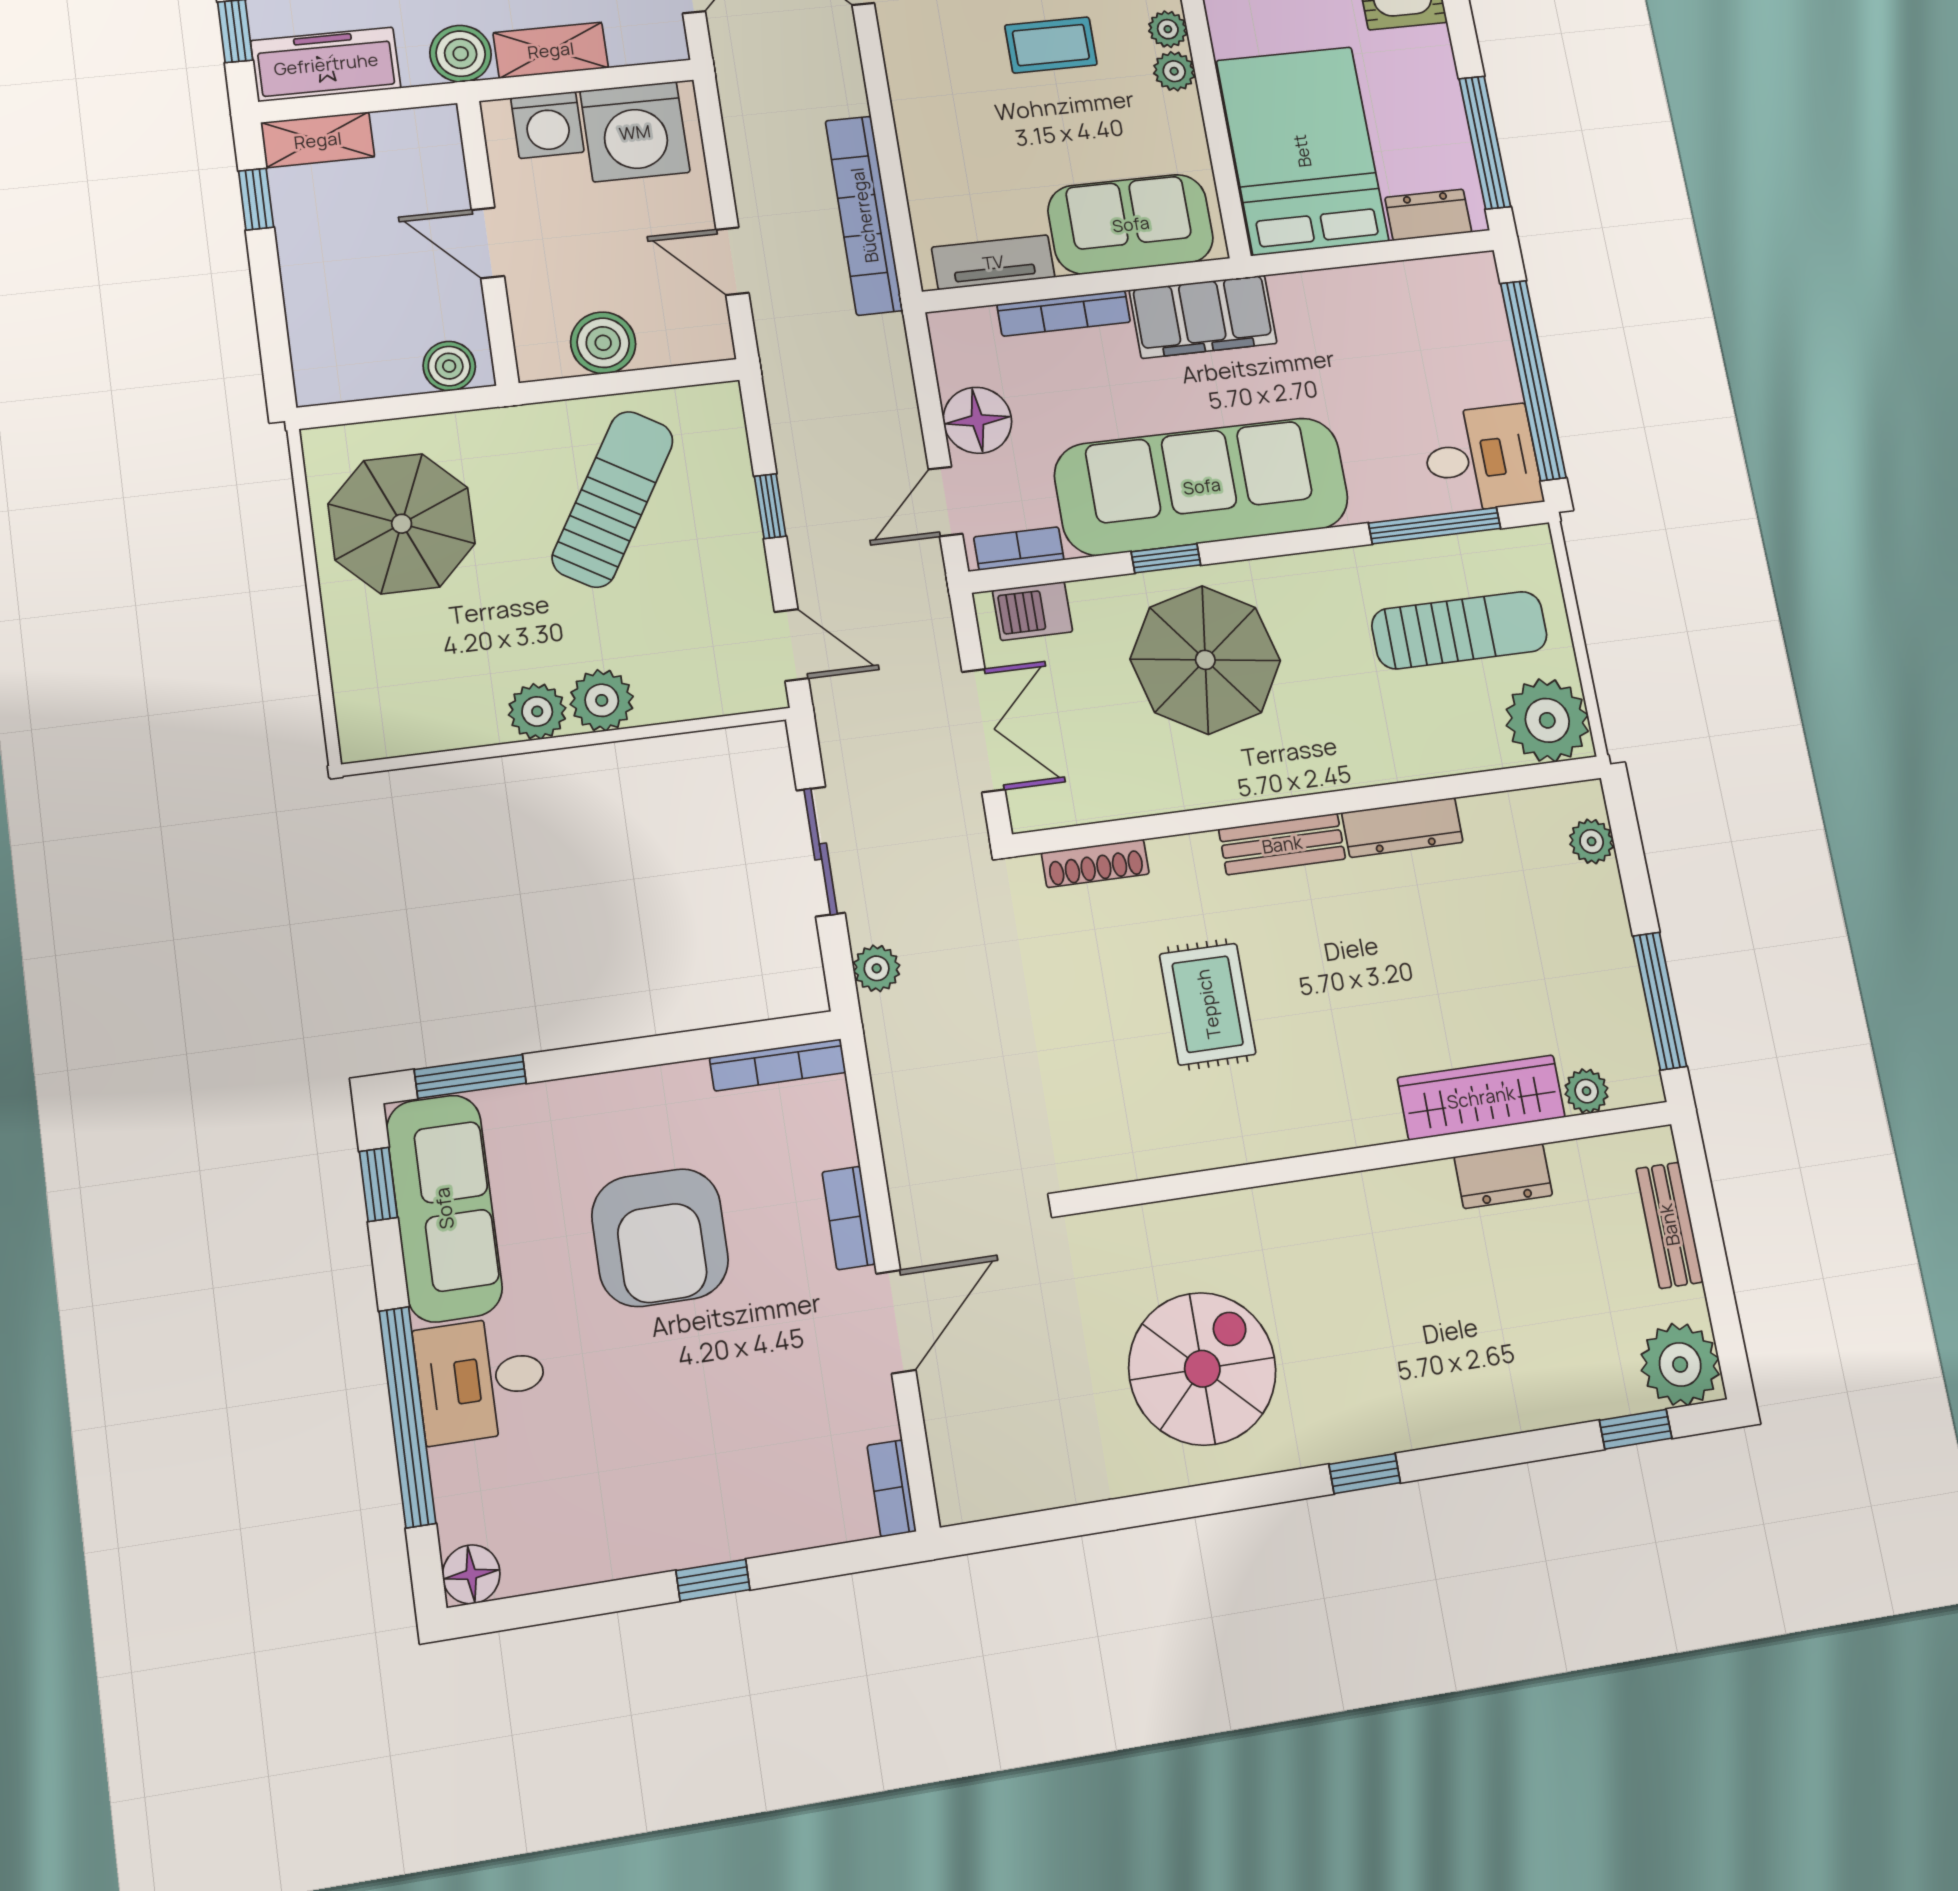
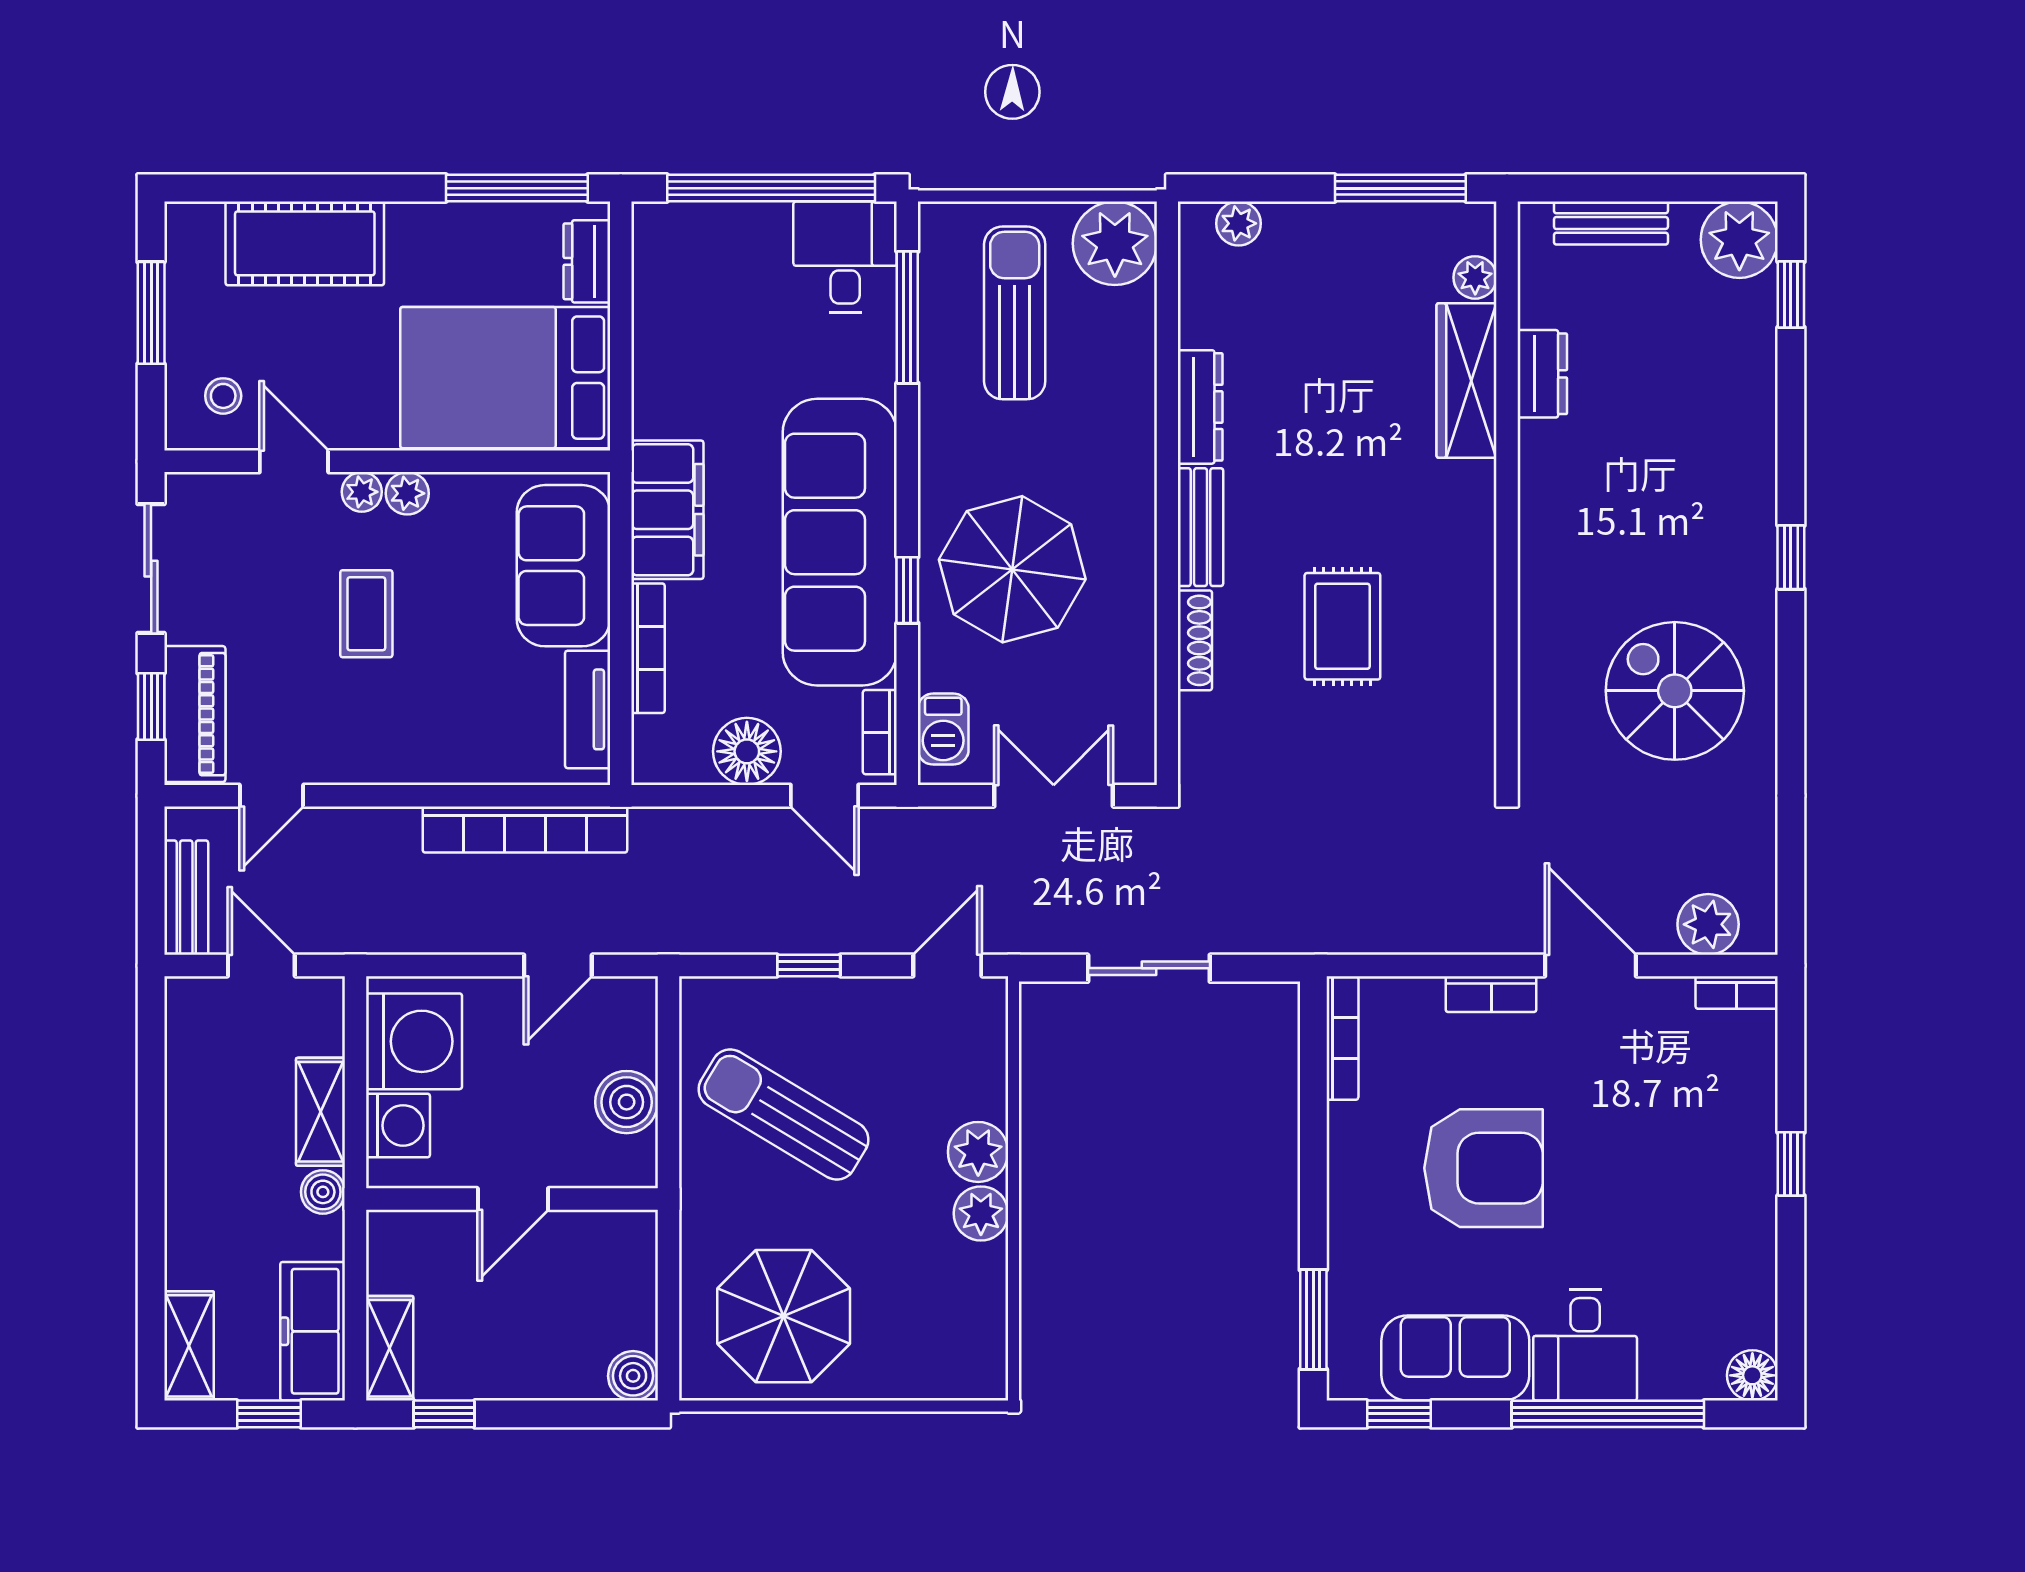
boiler: (461, 54) -> (323, 1192), width x0.73, depth x0.73
boiler: (449, 366) -> (633, 1376), moved
shoe rack: (1095, 863) -> (1195, 640), moved
plant: (877, 968) -> (1708, 924), moved, width x1.38, depth x1.38
rug: (1208, 1004) -> (1342, 626), turned 90
sofa: (444, 1208) -> (1455, 1358), width x0.73

